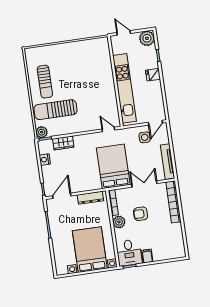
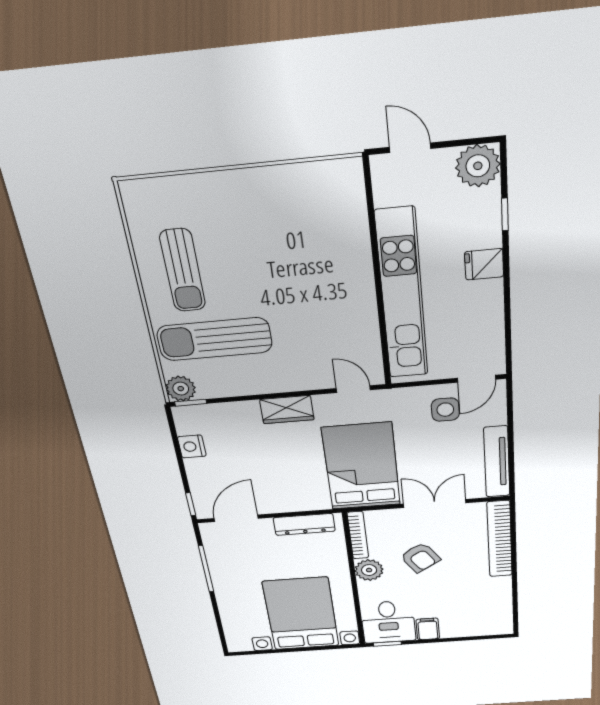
wardrobe: (63, 143) -> (287, 410), moved
armchair: (141, 214) -> (420, 558), turned -123

